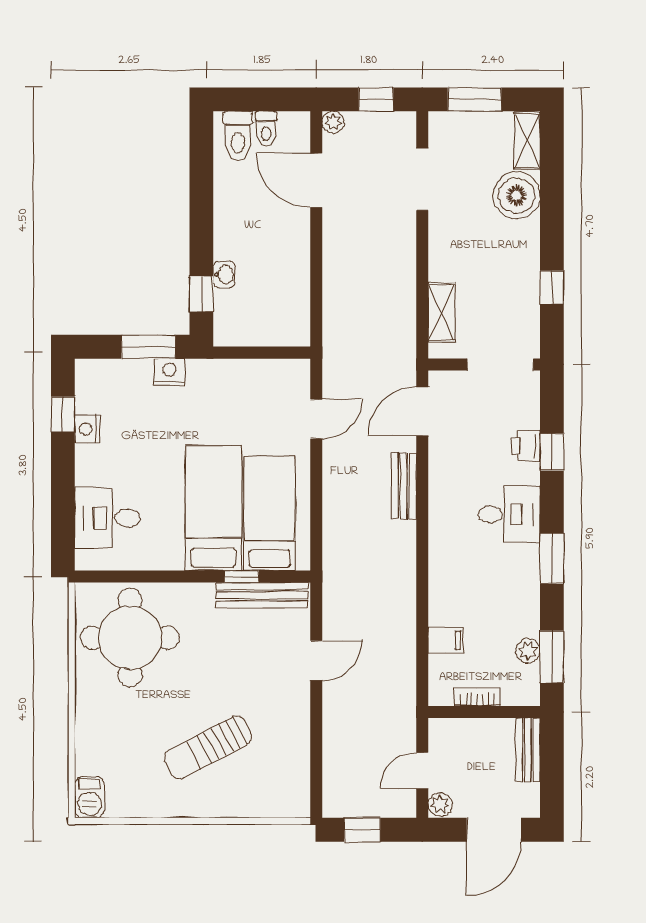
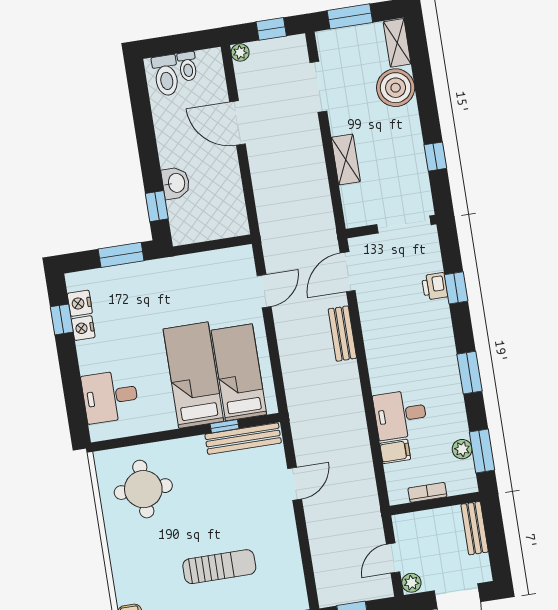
door: (316, 180) -> (237, 123), moved
washbasin: (224, 275) -> (176, 183), width x1.38, depth x1.45
shelving: (442, 313) -> (346, 159), moved
nightstand: (169, 372) -> (80, 303), moved, turned -90
desk: (509, 514) -> (400, 415), moved, turned 180
round table: (130, 638) -> (143, 489), width x0.73, depth x0.73
sun lounger: (208, 747) -> (219, 567), turned -152

